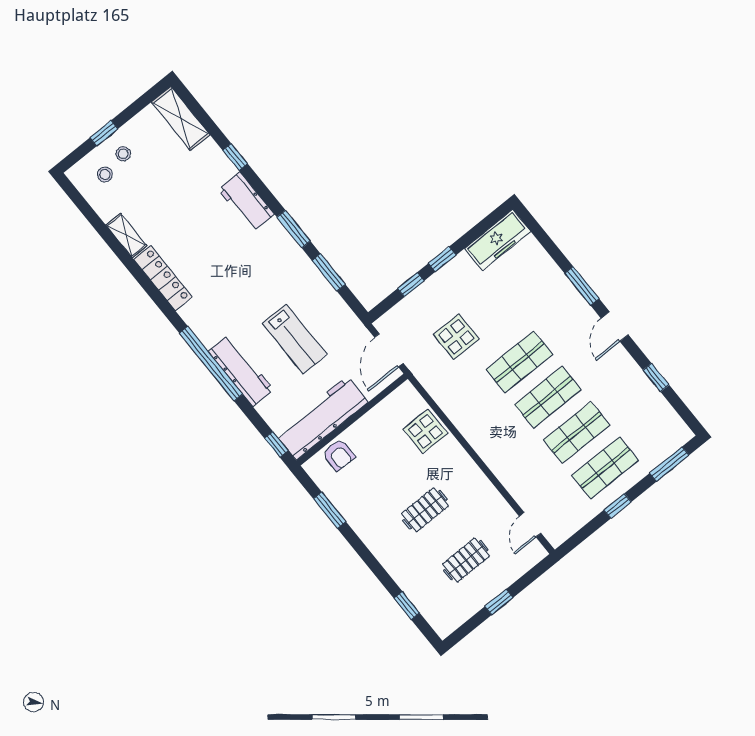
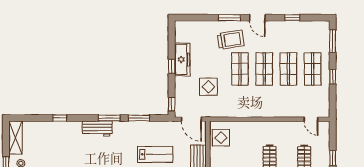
shelving: (181, 118) -> (15, 138), moved, turned 90
workbench: (246, 202) -> (97, 128), moved
freezer: (498, 240) -> (182, 60), moved
window: (411, 285) -> (172, 104), moved
trolley: (551, 314) -> (231, 40), added
display table: (425, 431) -> (221, 138), moved

